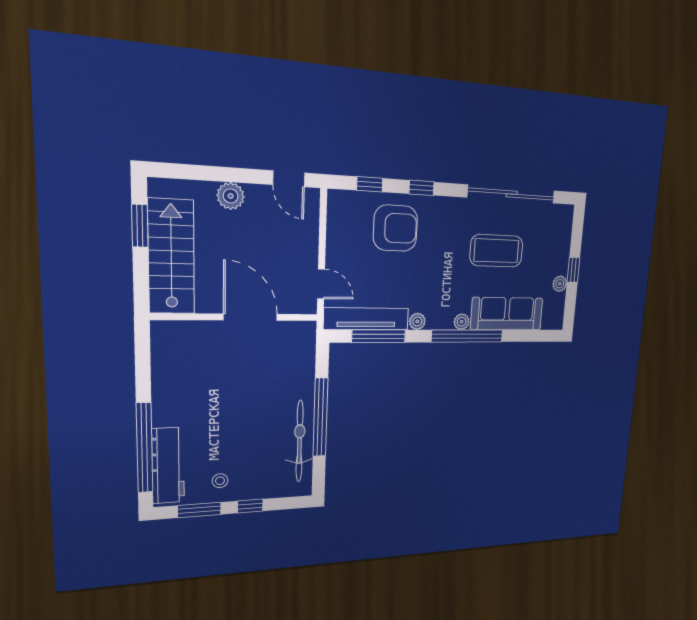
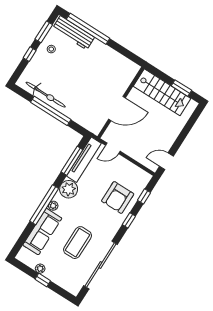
plant: (231, 196) -> (173, 132), removed
plant: (417, 321) -> (69, 189), width x1.88, depth x1.88

